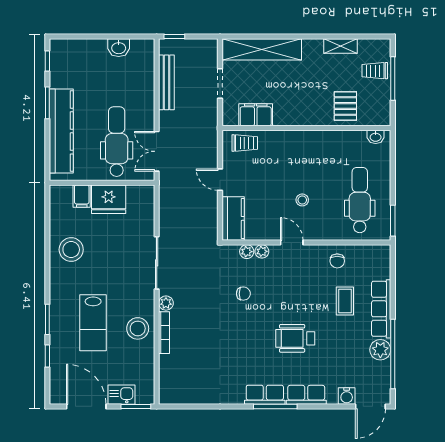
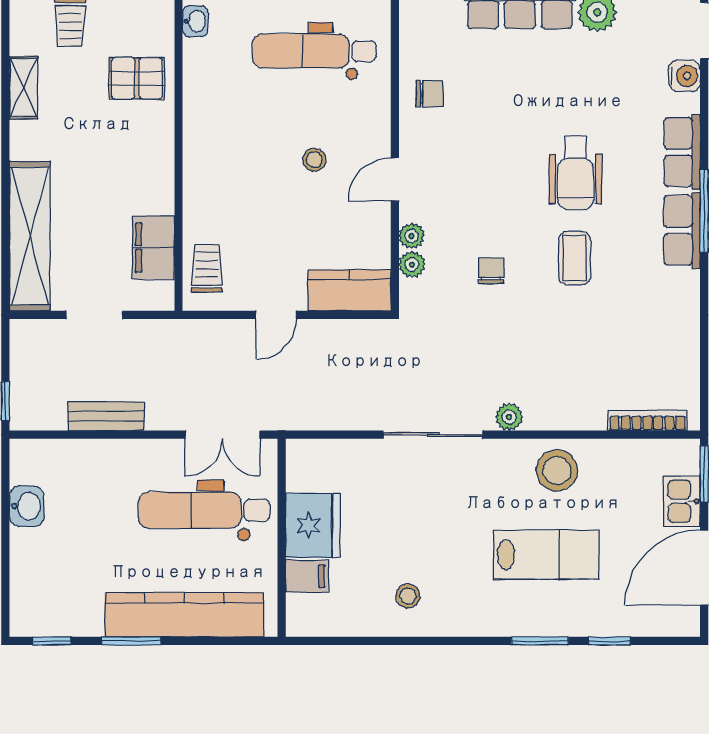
bench: (166, 82) -> (106, 416), width x0.73
stool: (71, 250) -> (408, 596), width x0.53, depth x0.53
coffee table: (345, 301) -> (575, 258), moved, turned 90
bookcase: (164, 333) -> (648, 420), moved

